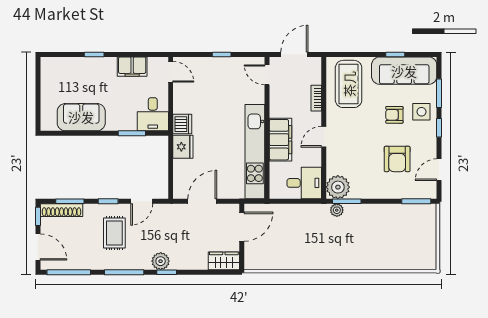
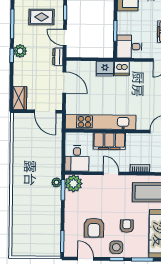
side table: (421, 112) -> (116, 247), moved
armchair: (397, 159) -> (94, 228), turned -90
dresser: (168, 210) -> (58, 57), added

